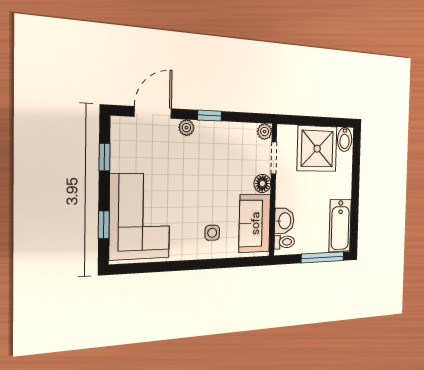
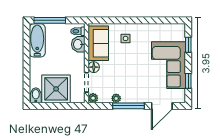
window: (210, 116) -> (129, 106), width x2.17
plant: (186, 128) -> (116, 98), moved
corner sofa: (140, 216) -> (168, 65), moved

